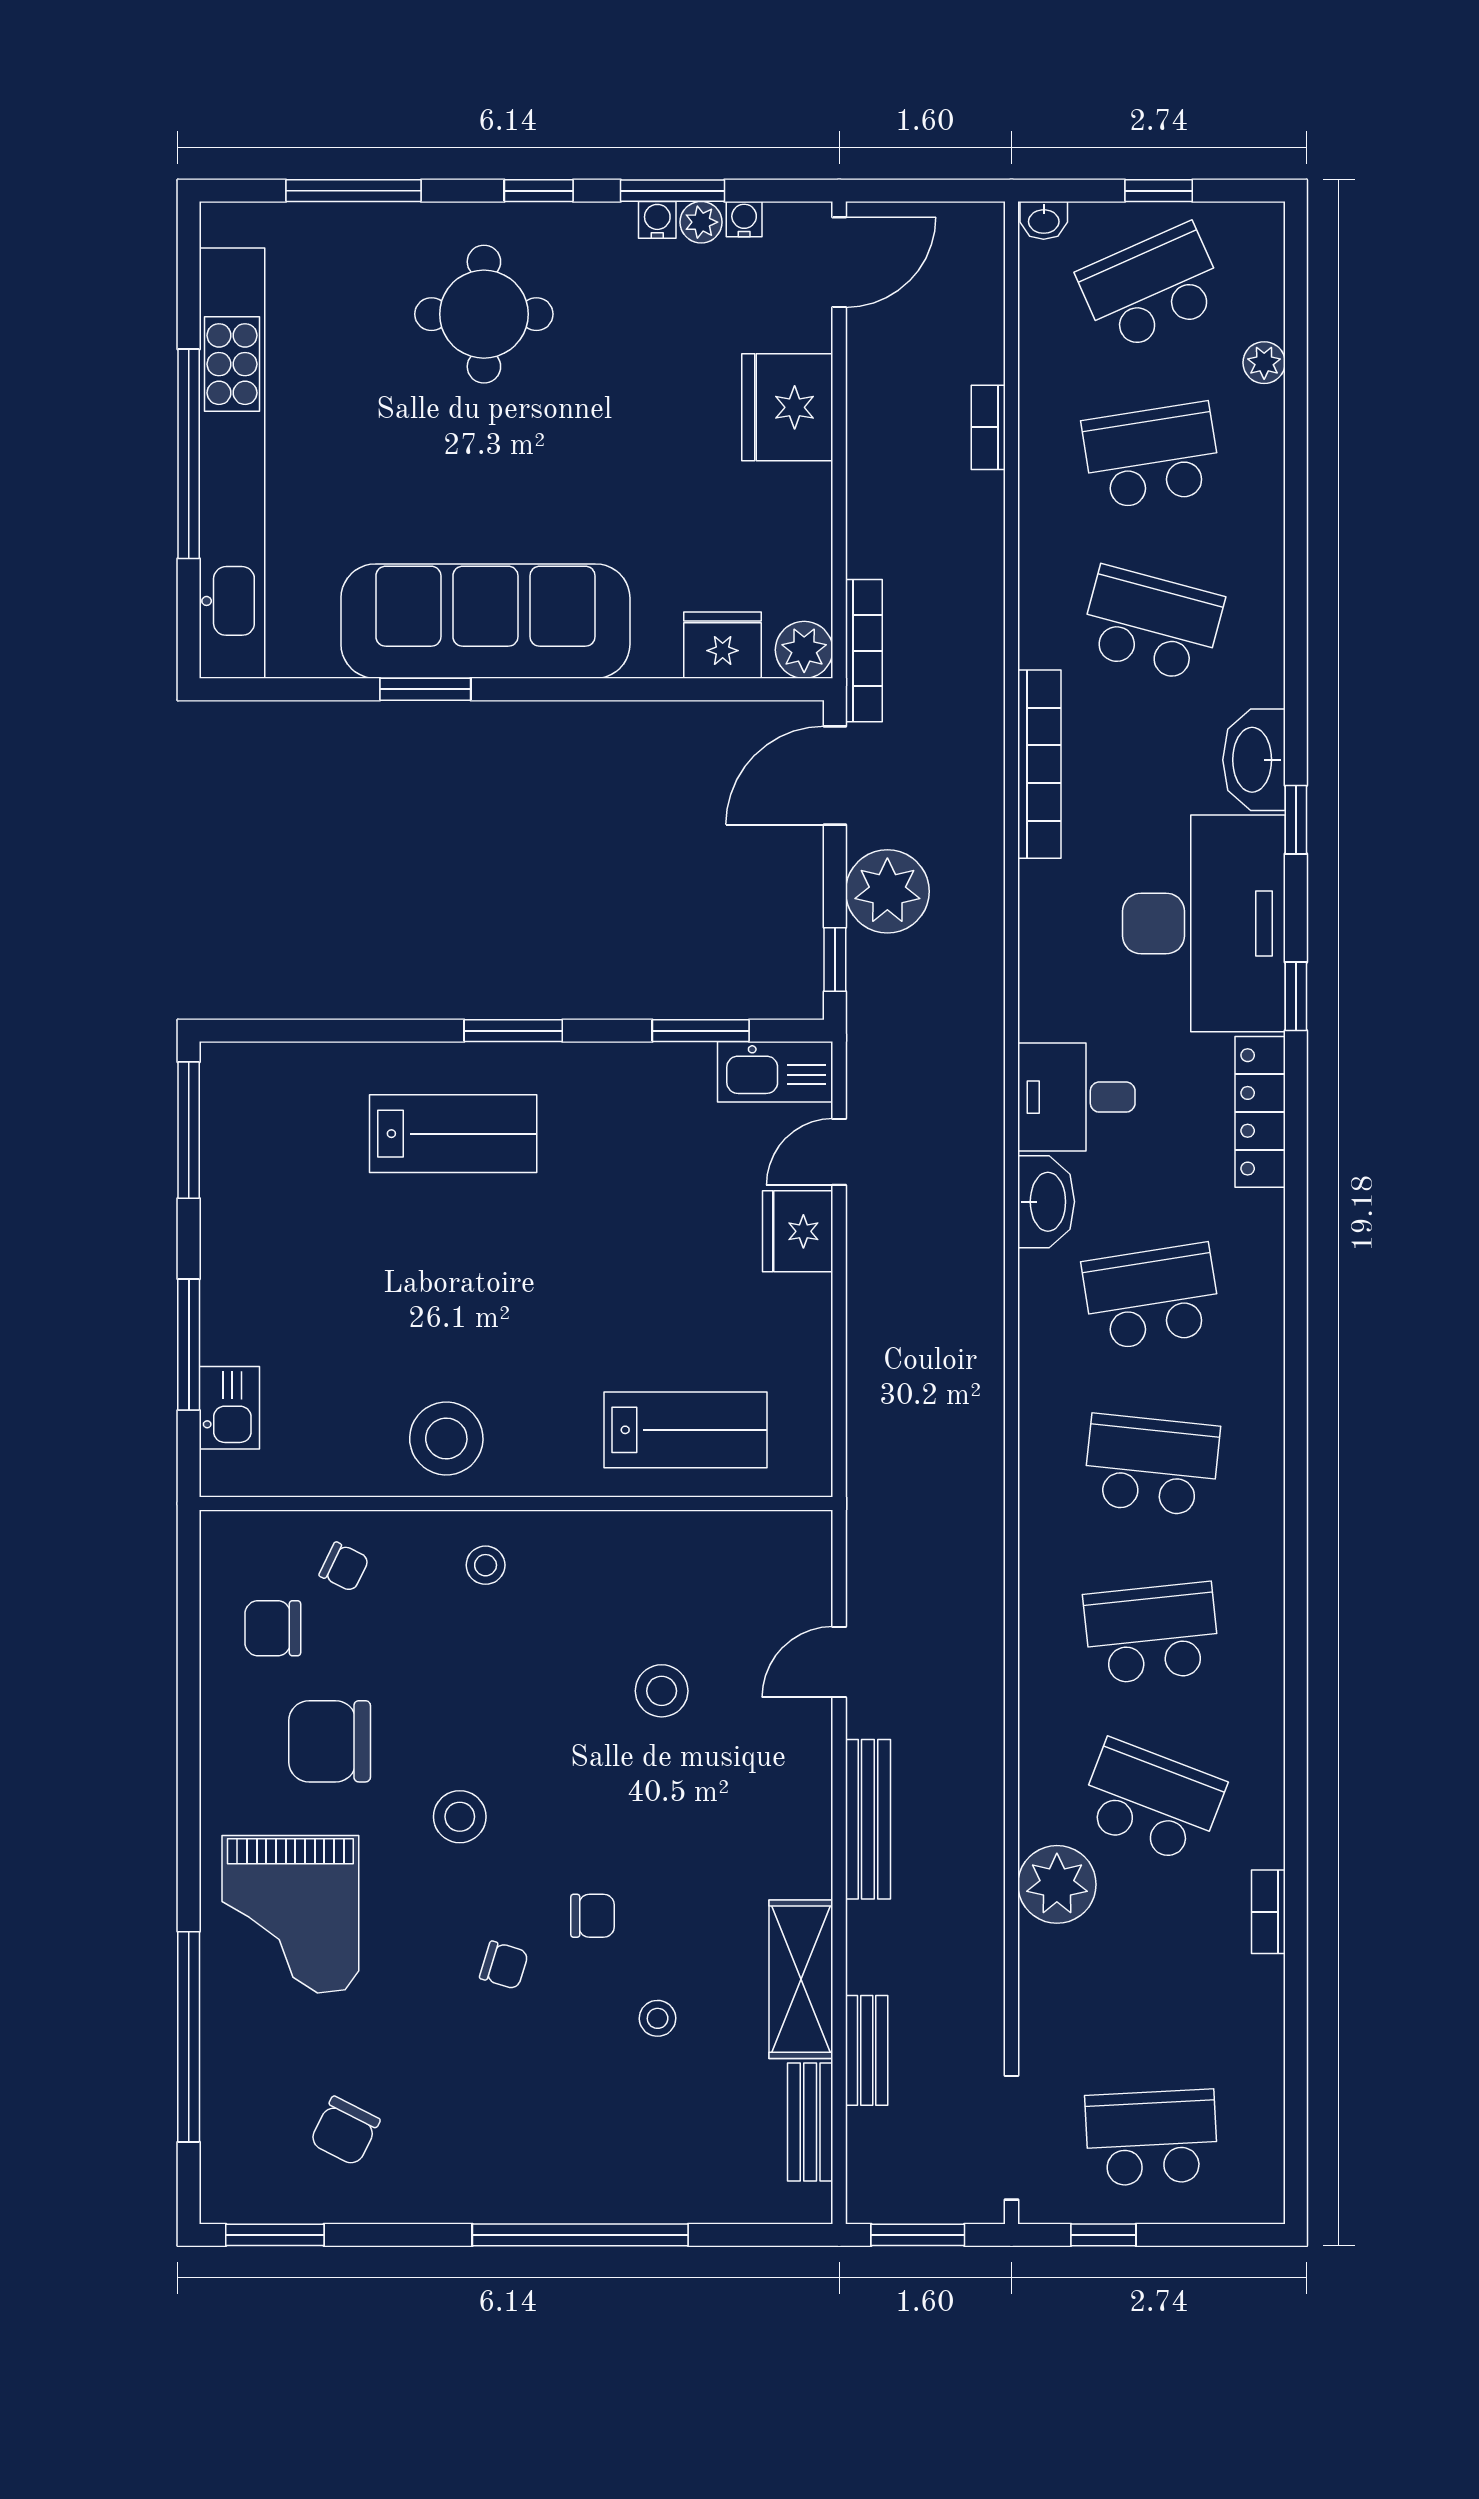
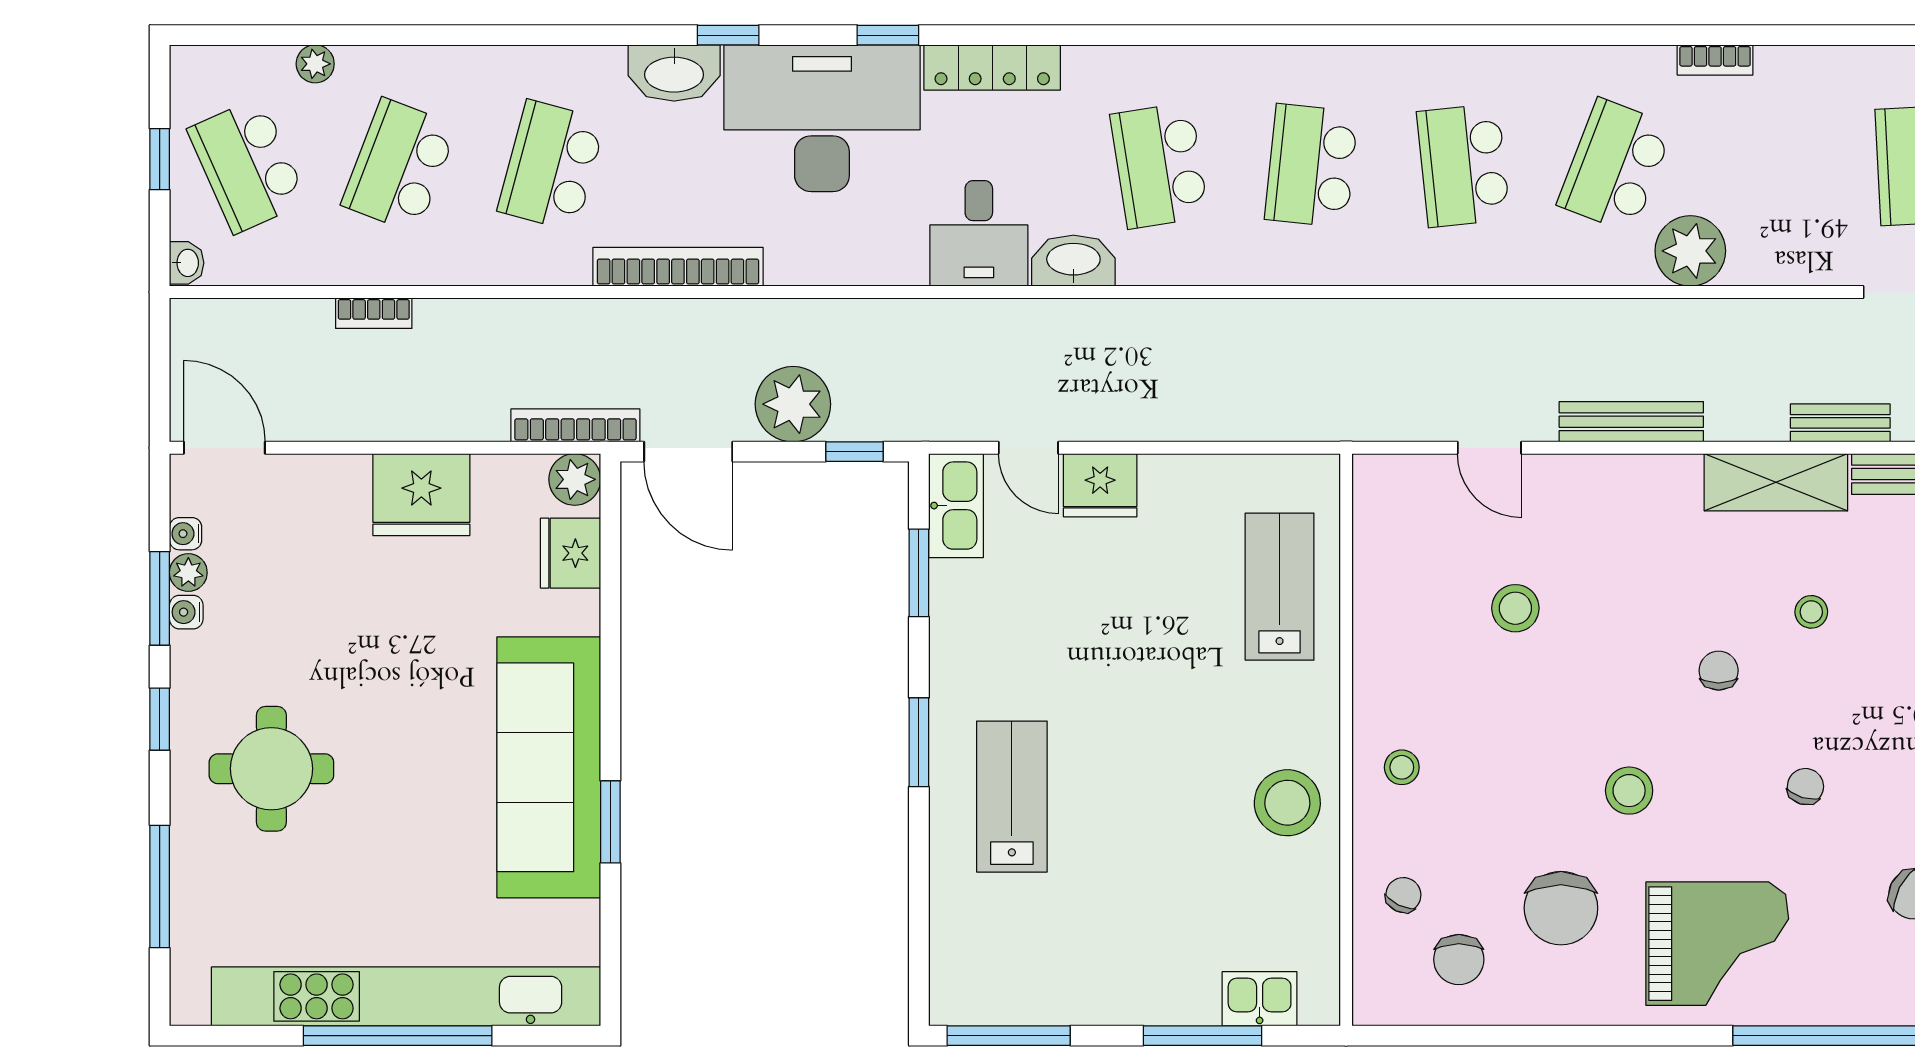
fridge: (787, 407) -> (421, 495), moved
school desk: (1152, 456) -> (399, 166), turned 30
chair: (504, 1965) -> (1805, 787), moved

